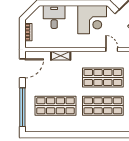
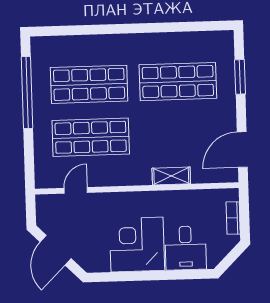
corner desk: (92, 20) -> (137, 244), moved
door: (112, 49) -> (76, 190), swing flipped
window: (22, 107) -> (240, 77), width x0.47

